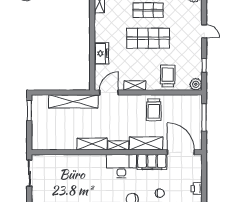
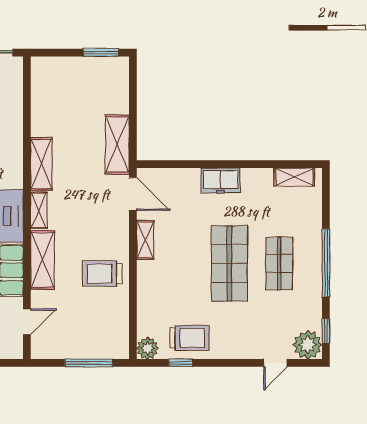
door: (204, 31) -> (275, 363), moved
freezer: (101, 53) -> (221, 181), moved
trolley: (168, 76) -> (189, 338), moved
shelving: (73, 101) -> (117, 145), width x0.68
door: (181, 152) -> (27, 322), width x0.53

